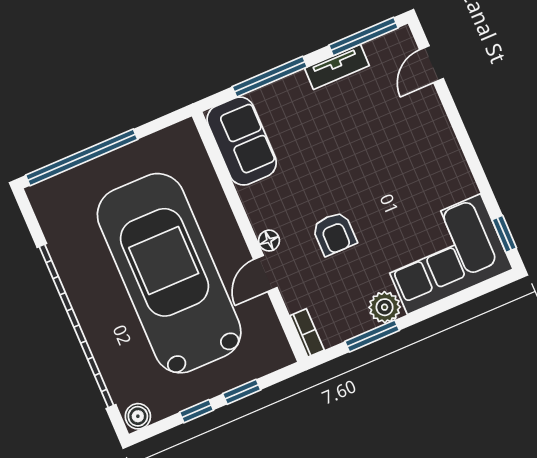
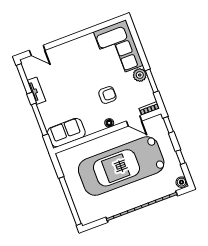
window: (504, 234) -> (111, 23), removed
door: (265, 274) -> (134, 121), moved
window: (242, 392) -> (168, 125), moved

